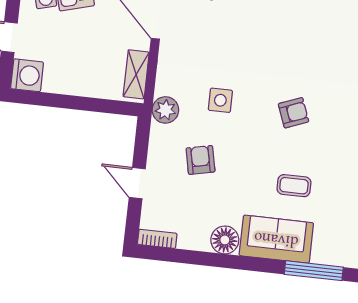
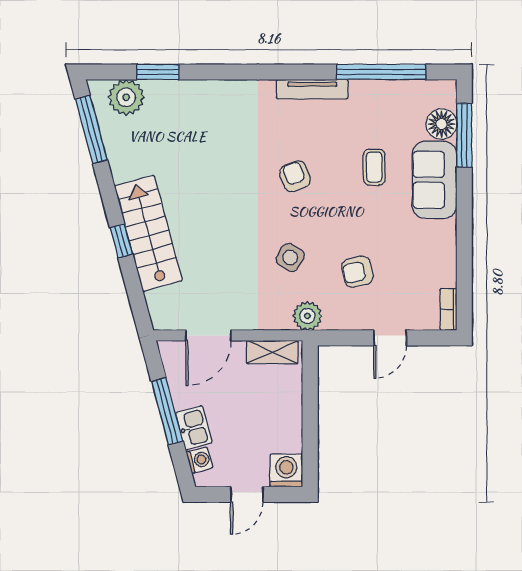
side table: (220, 100) -> (290, 257), turned 30
floor lamp: (225, 240) -> (442, 124), moved

